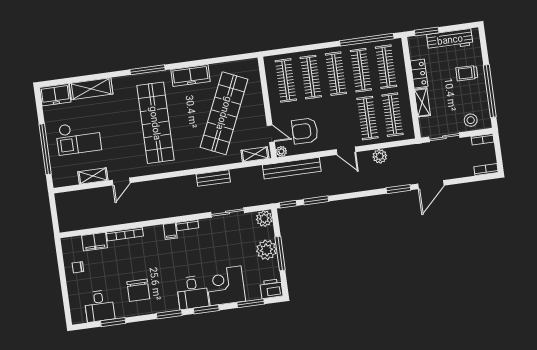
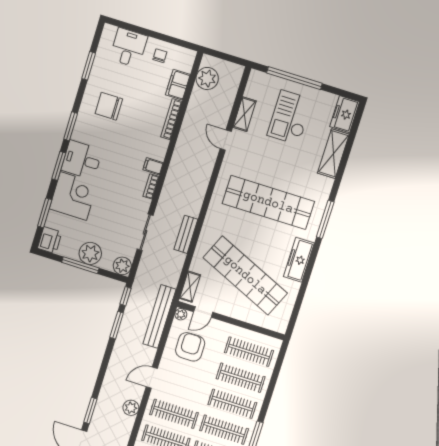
plant: (78, 220) -> (207, 78), added
desk: (99, 306) -> (128, 48), moved, turned 90

